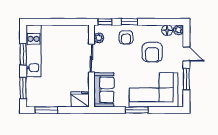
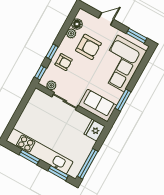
plant: (178, 30) -> (71, 33), moved
kitchen unit: (33, 51) -> (40, 151), width x1.36
window: (186, 79) -> (137, 36), moved
window: (46, 110) -> (88, 164), width x1.44
window: (137, 110) -> (123, 100), moved

